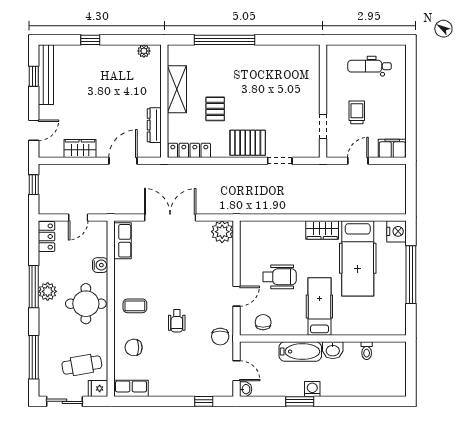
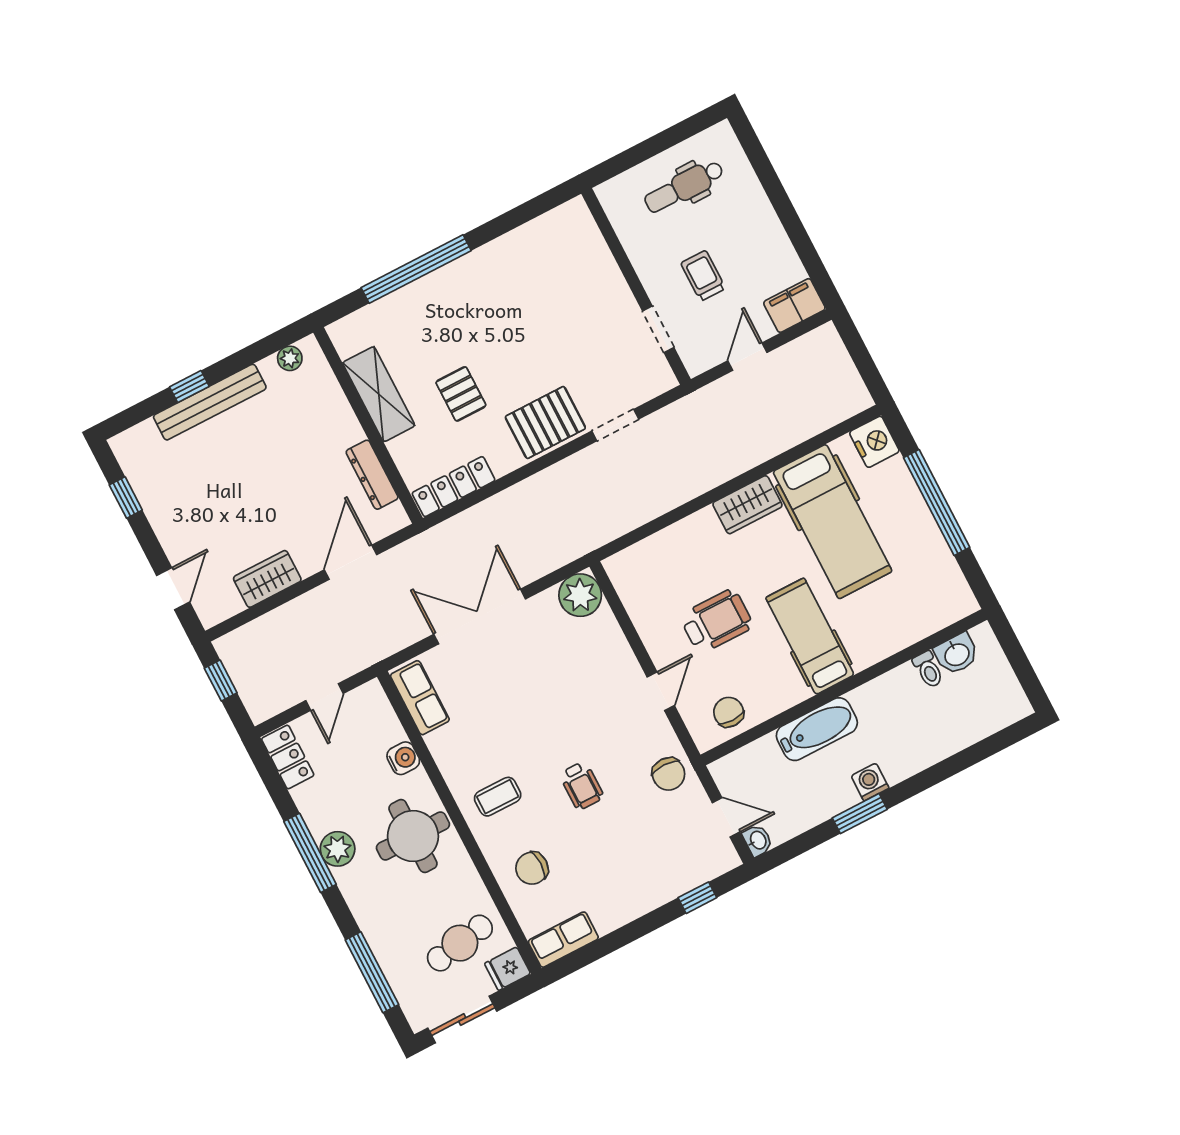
bench: (46, 75) -> (210, 402), moved, turned 90
washbasin: (333, 350) -> (957, 654), moved

